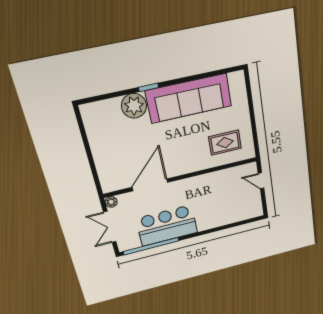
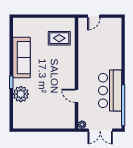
sofa: (189, 98) -> (21, 58), width x0.74, depth x0.79
rug: (225, 143) -> (59, 38), turned 90
door: (150, 185) -> (77, 96), width x0.53

